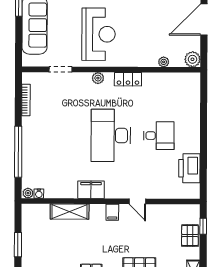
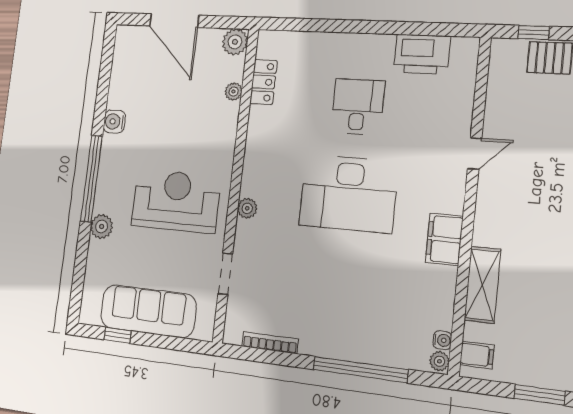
locker: (128, 79) -> (263, 82), moved
filing cabinet: (112, 212) -> (477, 355), moved

